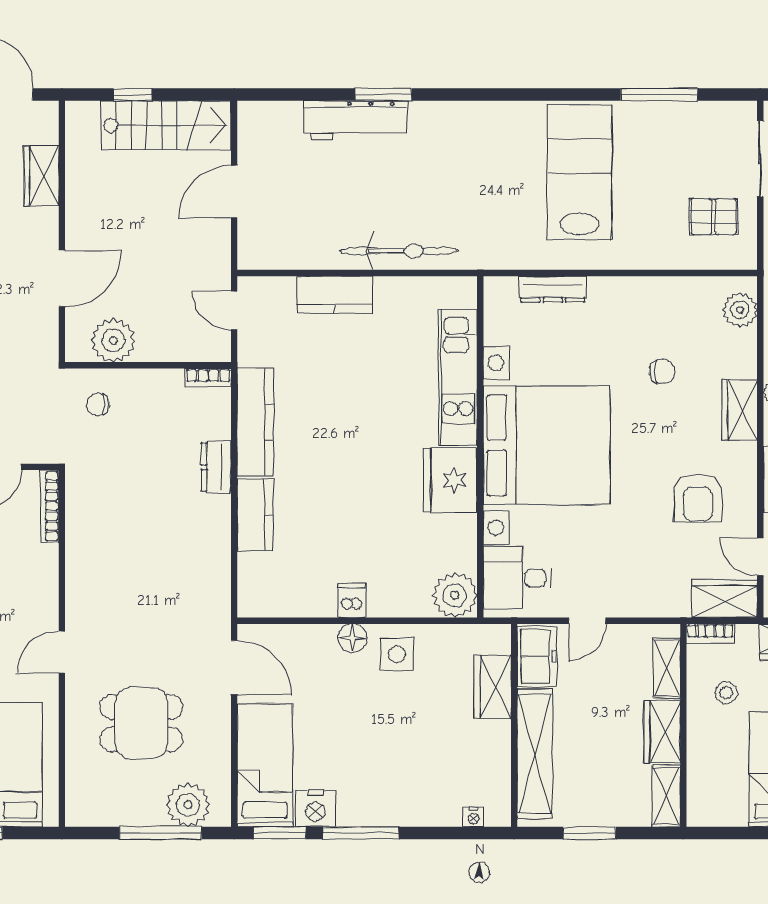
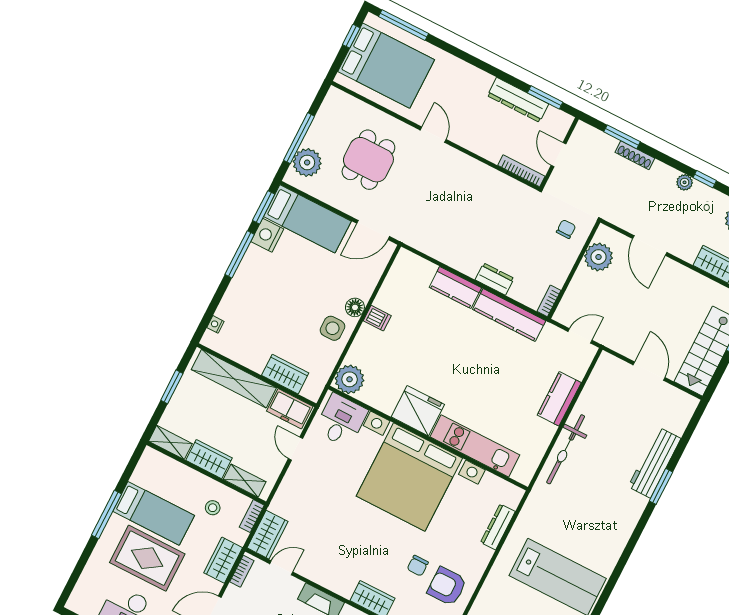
armchair: (698, 498) -> (447, 586), moved

